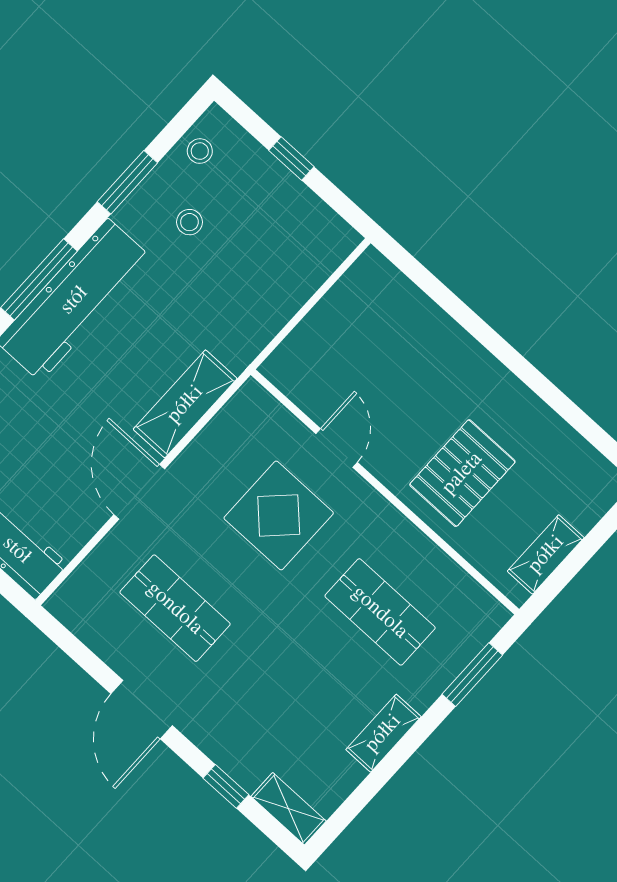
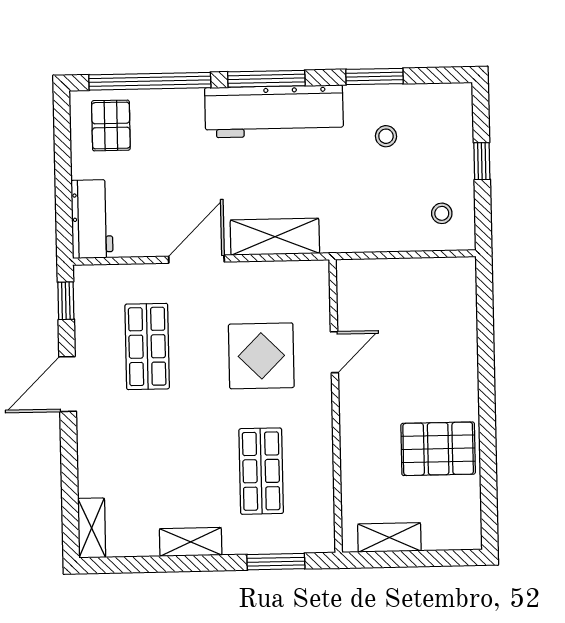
stool: (200, 151) -> (442, 213), moved
pallet: (462, 473) -> (438, 449), moved
window: (226, 786) -> (66, 301), moved

